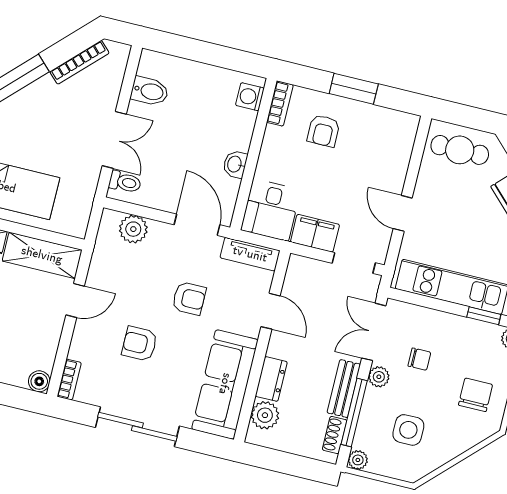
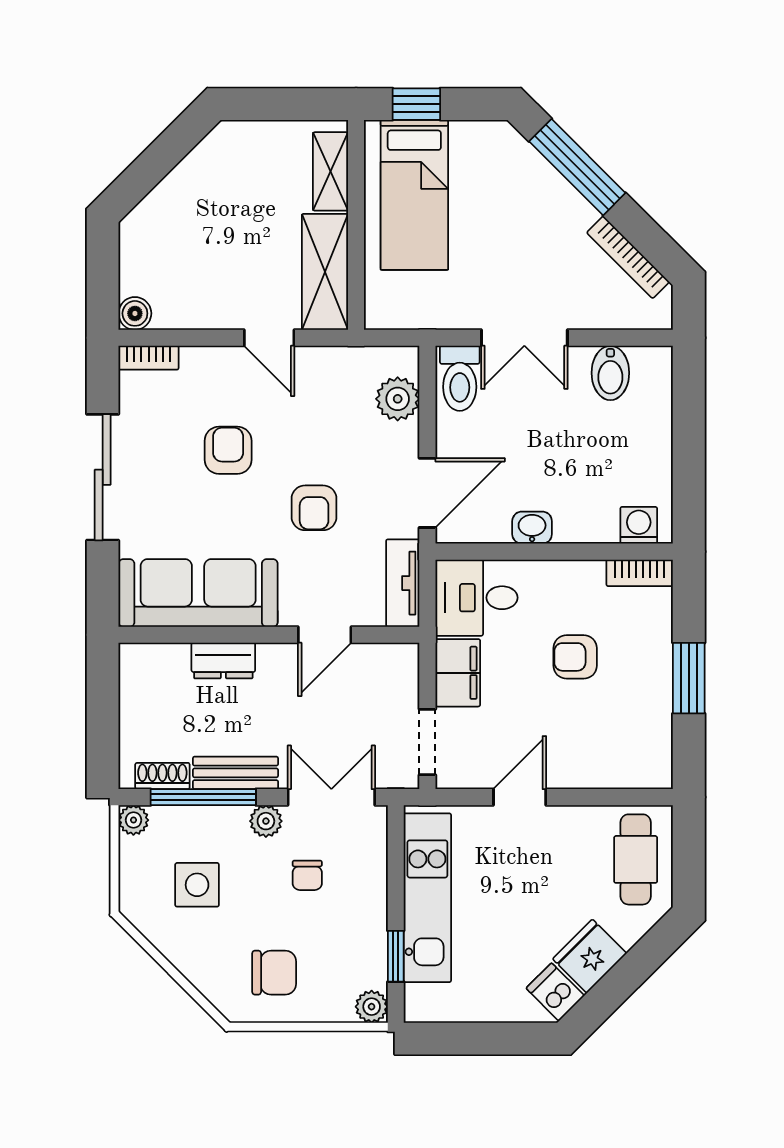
armchair: (323, 131) -> (575, 657), moved
toilet: (125, 182) -> (460, 378), width x1.37, depth x1.39
plant: (265, 415) -> (167, 664), removed

